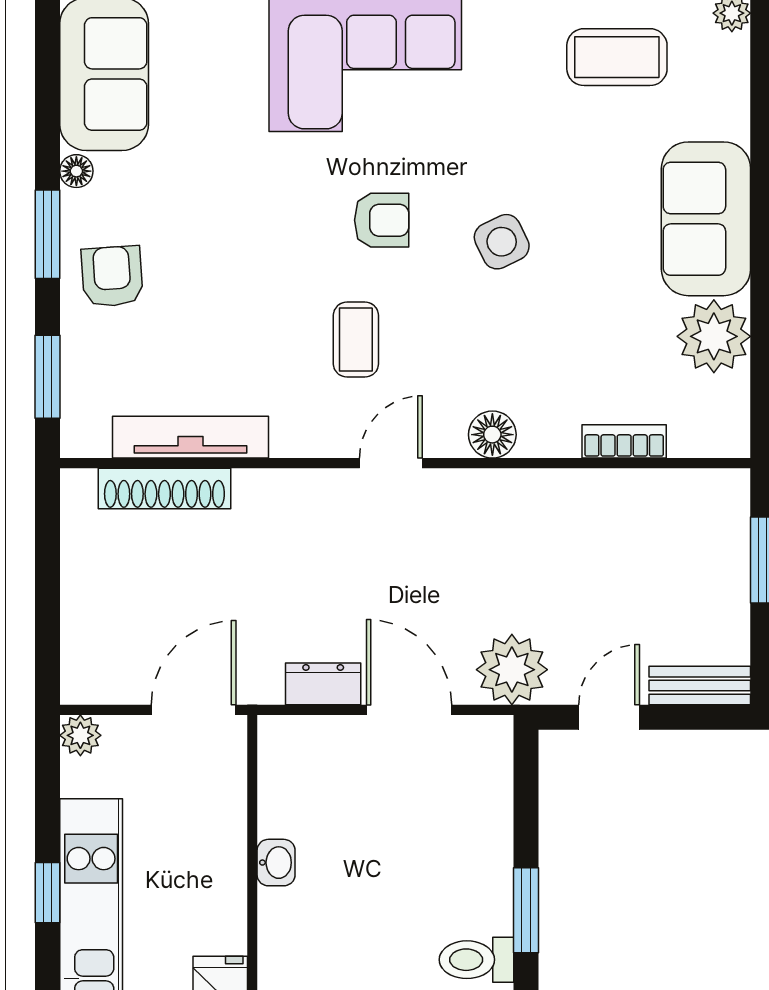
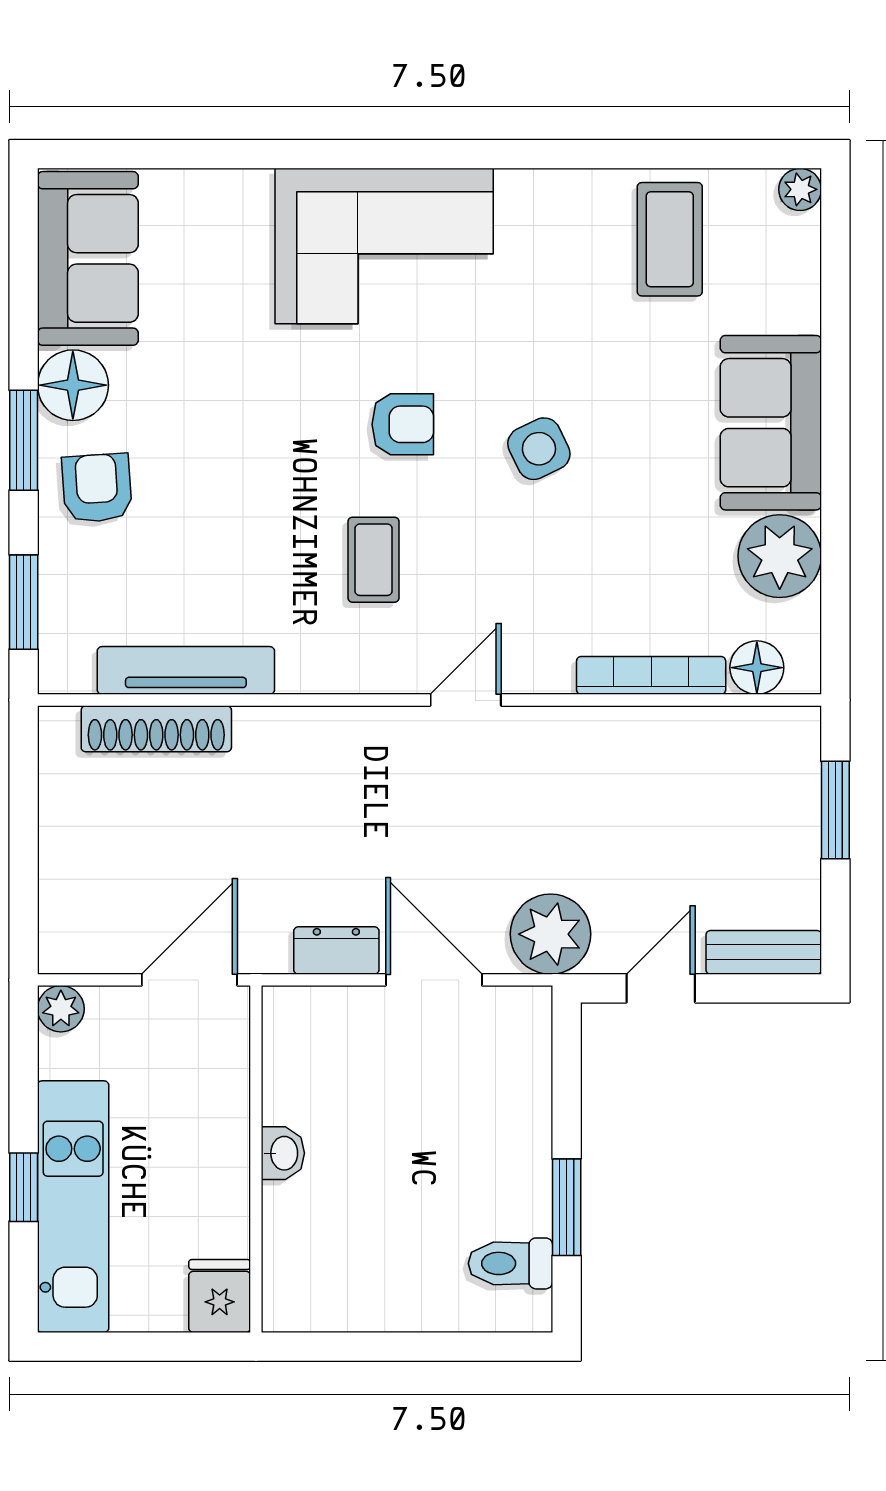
coffee table: (617, 57) -> (670, 239), turned 90
floor lamp: (76, 171) -> (73, 385), width x1.89, depth x1.89
floor lamp: (492, 435) -> (757, 668), moved
bookcase: (624, 441) -> (651, 675), width x1.56
door: (391, 463) -> (466, 700), moved

